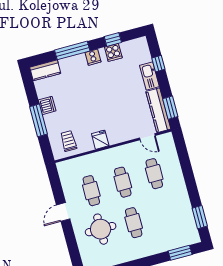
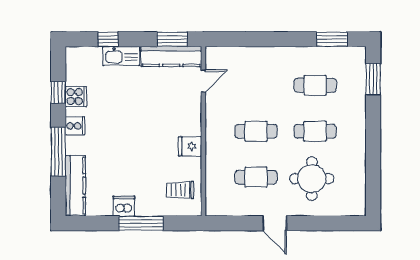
kitchen counter: (45, 70) -> (75, 186), width x1.50
cafe table: (154, 174) -> (315, 85), moved

